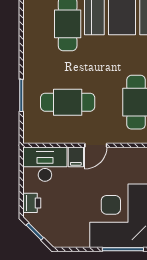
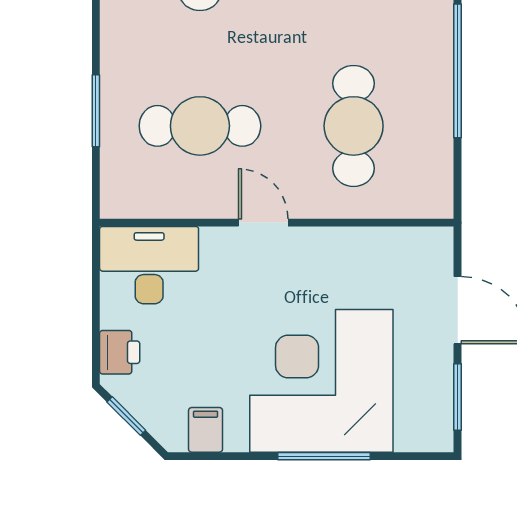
door: (96, 145) -> (263, 223), swing flipped
filing cabinet: (76, 157) -> (206, 430), moved, turned 180

